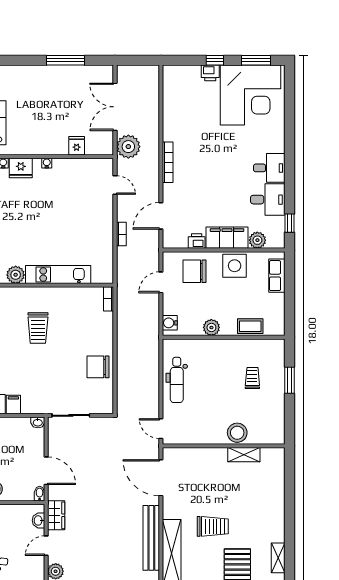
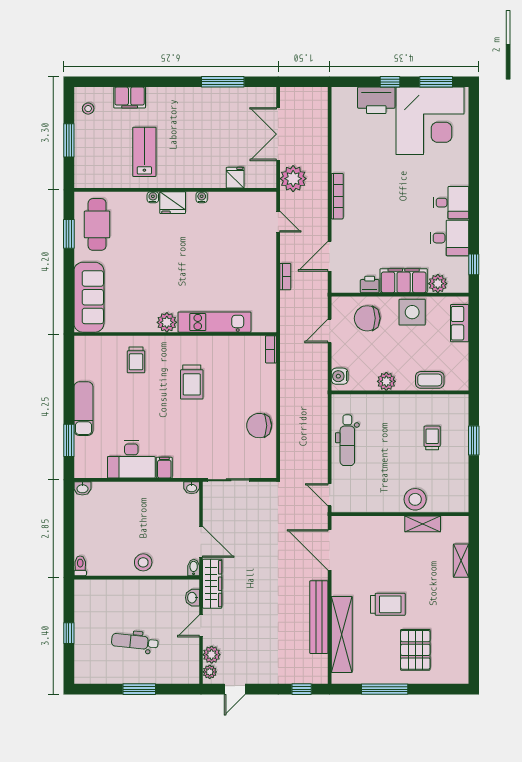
printer: (210, 73) -> (376, 100), width x1.87, depth x1.48
wardrobe: (56, 515) -> (212, 584), width x1.50
shelving: (278, 558) -> (461, 561), moved

